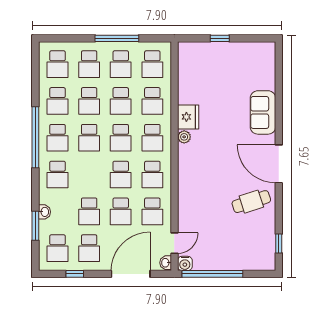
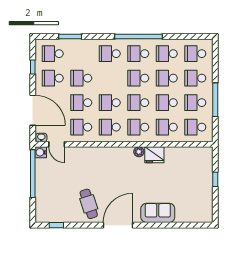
washbasin: (44, 212) -> (81, 43), removed

